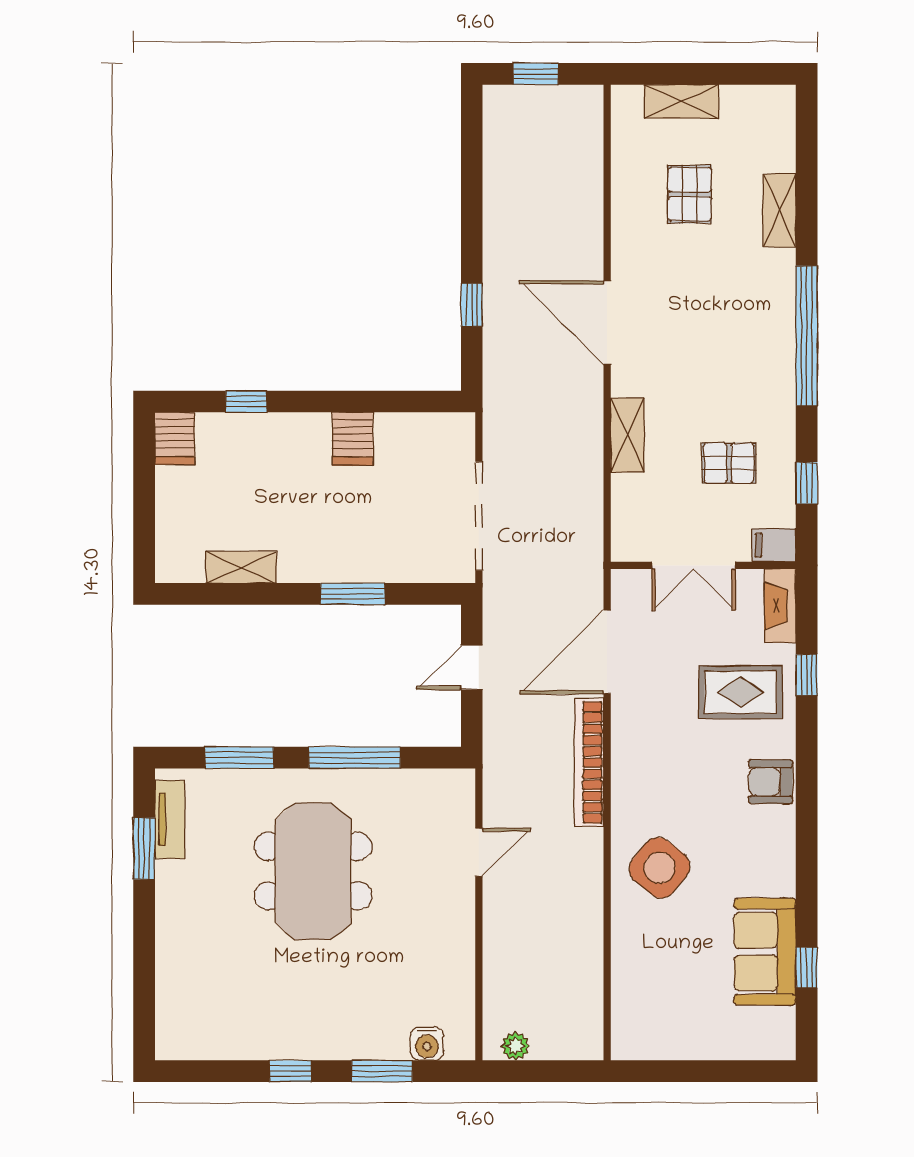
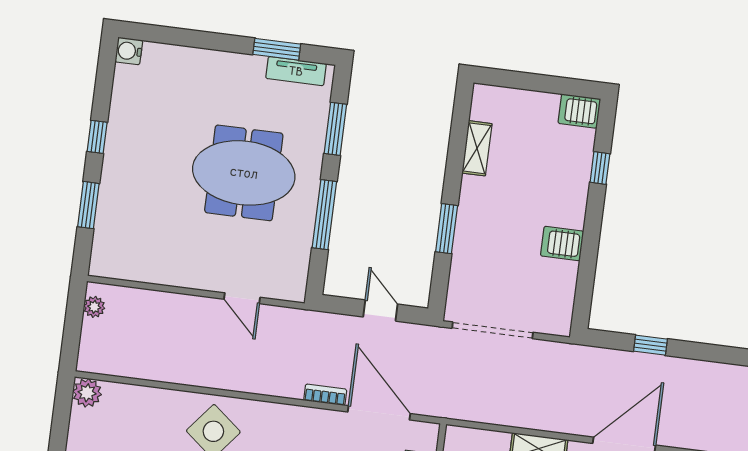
bookcase: (589, 763) -> (325, 395), width x0.43, depth x0.76
plant: (630, 1041) -> (87, 393), added
water cooler: (427, 1044) -> (129, 51), moved

